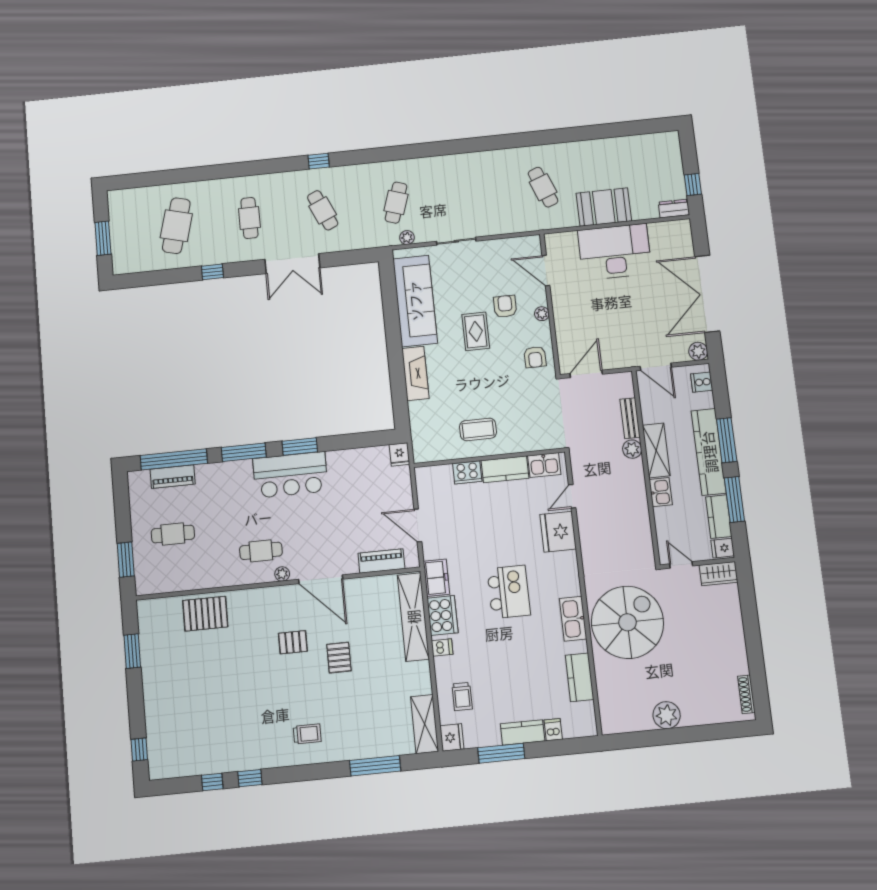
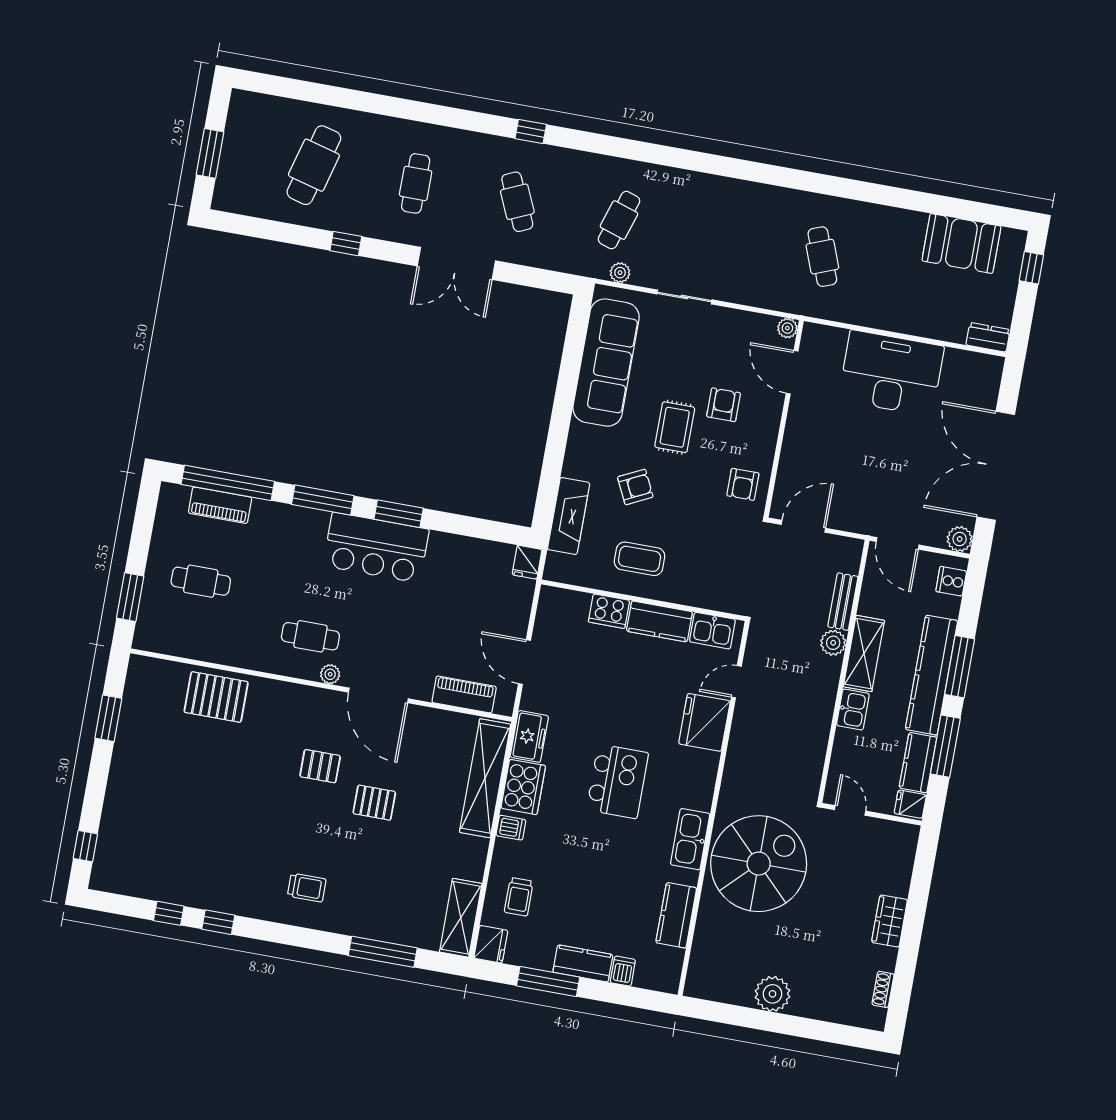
window: (693, 185) -> (1031, 268), moved
booth: (604, 207) -> (961, 244), moved
plant: (542, 314) -> (787, 328), moved
fireplace: (415, 374) -> (569, 516), moved
armchair: (460, 380) -> (635, 487), added
wardrobe: (719, 574) -> (890, 921), moved, turned 90
pallet: (339, 658) -> (374, 803), turned 90
shoe rack: (746, 694) -> (883, 989), width x0.70

